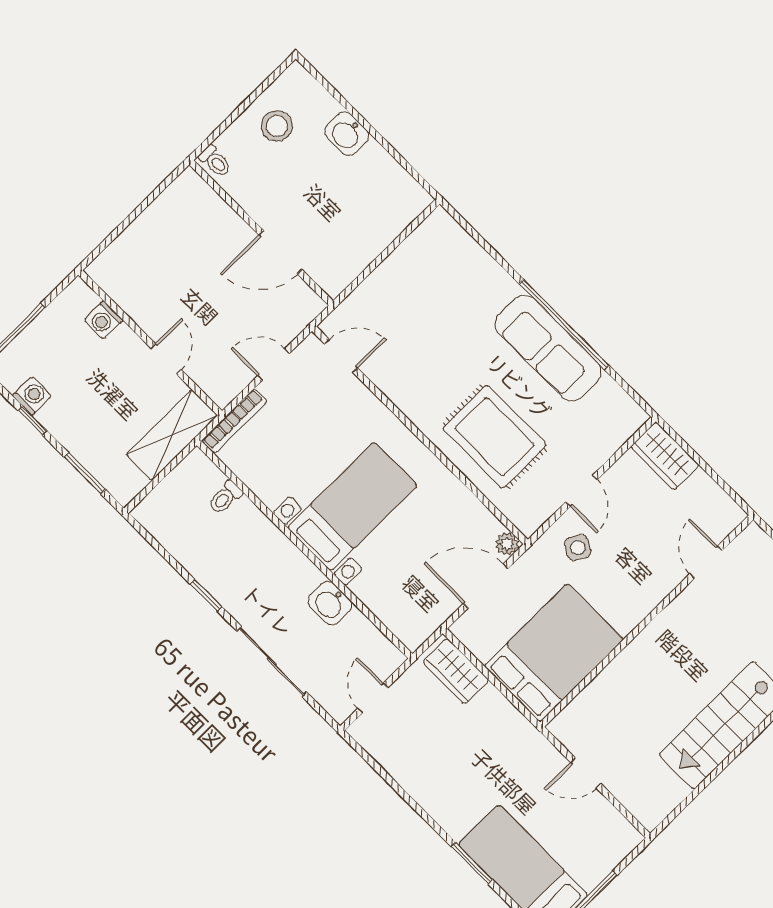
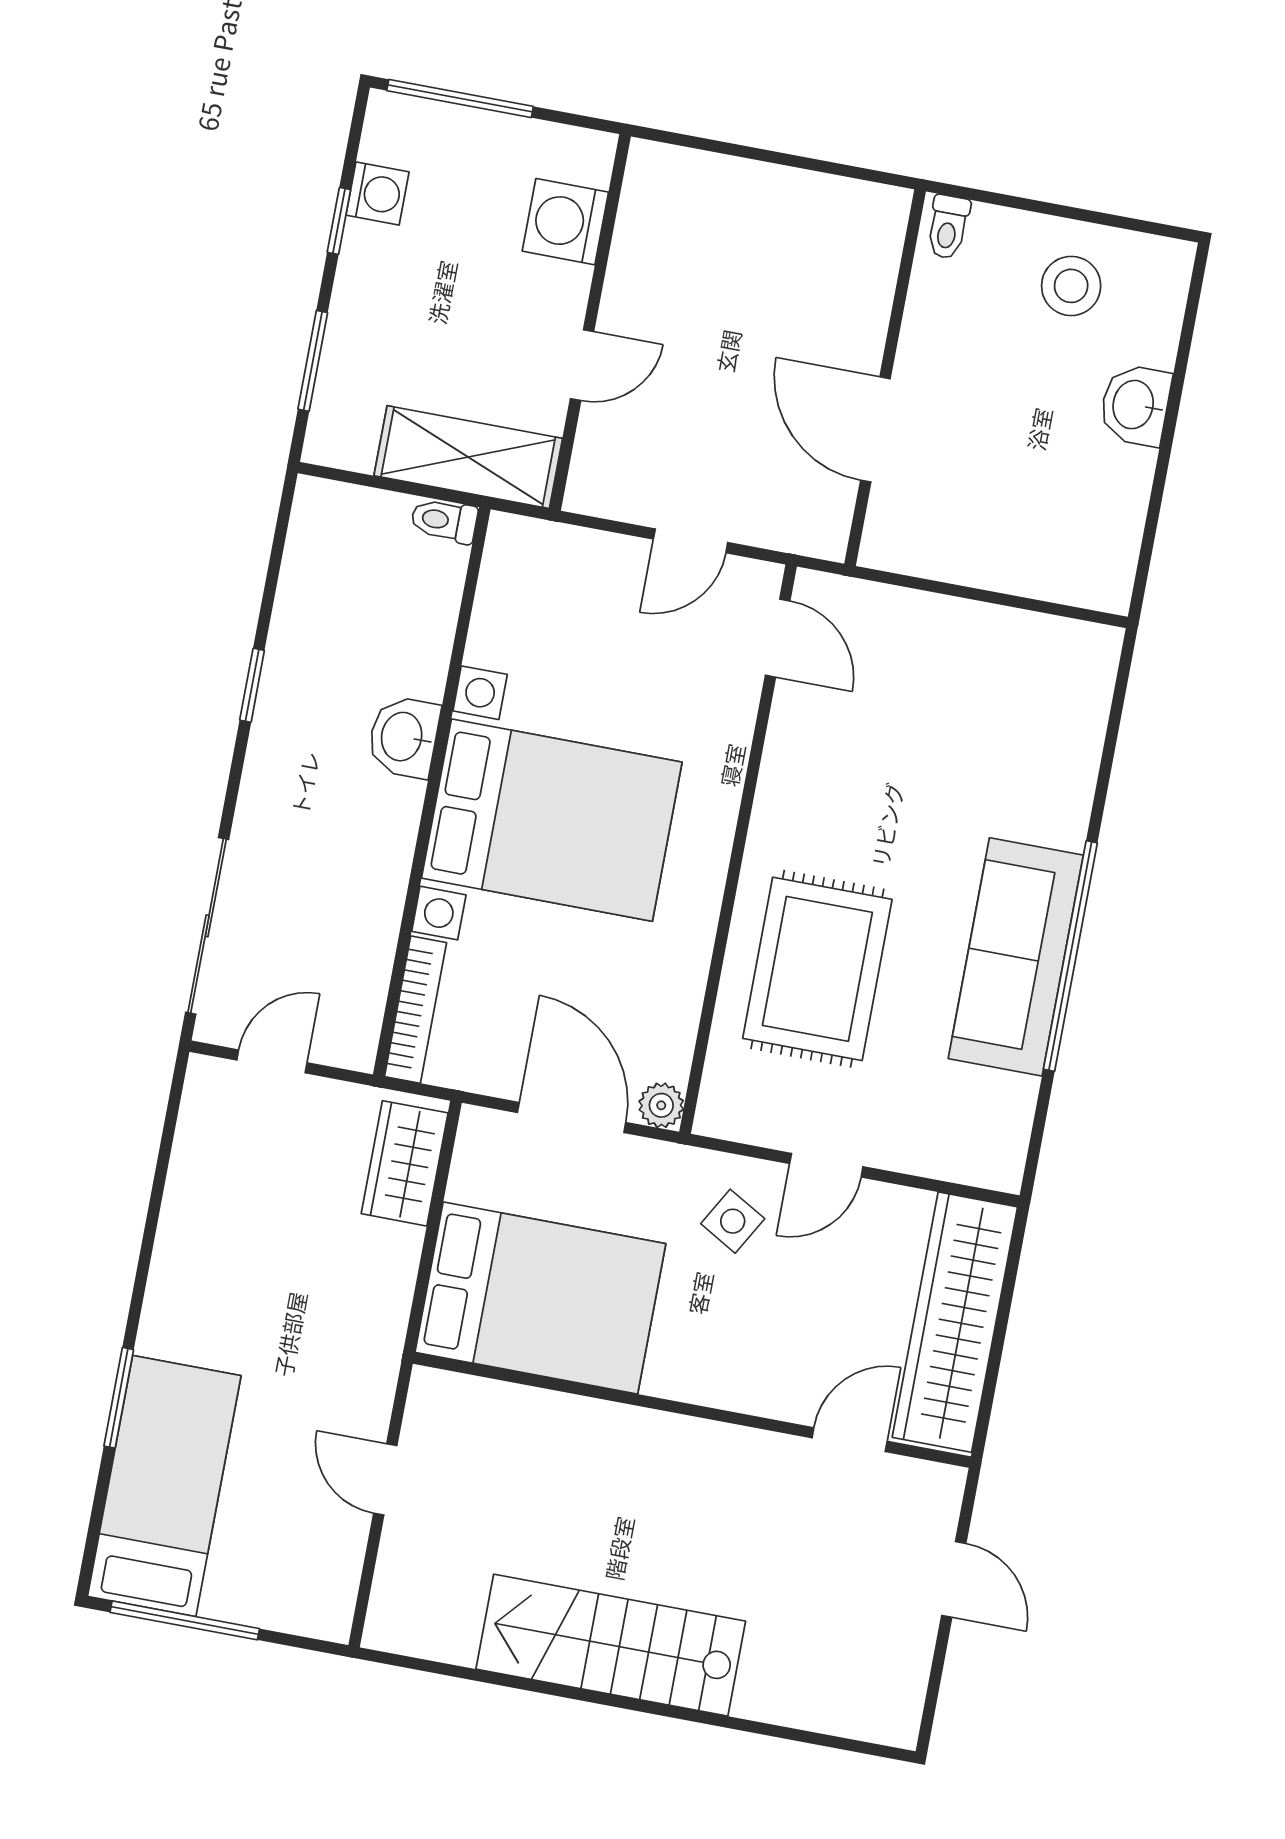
washing machine: (103, 320) -> (565, 222), width x1.38, depth x1.38
door: (274, 364) -> (691, 541), swing flipped
bookcase: (234, 421) -> (416, 1010), moved, turned -90
wardrobe: (665, 456) -> (955, 1322), width x2.10, depth x1.17
toilet: (225, 498) -> (444, 521), moved
bed with nightstands: (352, 507) -> (552, 820), width x1.36
washbasin: (330, 603) -> (403, 737), moved
sliding door: (272, 662) -> (207, 926), moved

